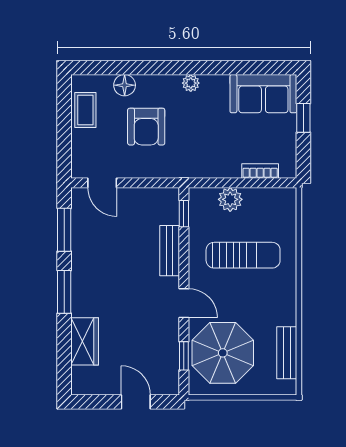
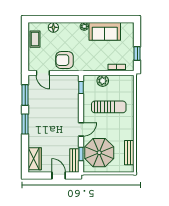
sofa: (263, 94) -> (105, 31), moved
window: (303, 118) -> (137, 54), moved
armchair: (146, 127) -> (65, 60), moved, turned 90
bench: (170, 251) -> (74, 161), moved
door: (184, 303) -> (81, 129), hinge flipped
wardrobe: (85, 341) -> (35, 159), moved

